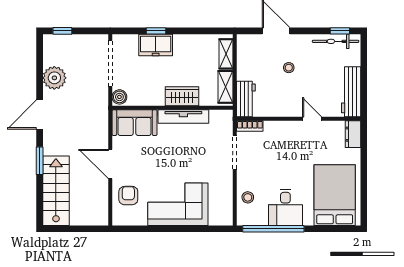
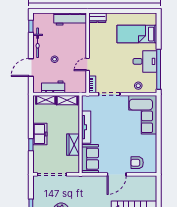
bicycle: (336, 41) -> (38, 43), moved
freezer: (156, 45) -> (40, 134), moved
wardrobe: (182, 96) -> (73, 145), moved
boiler: (119, 97) -> (73, 168), removed
workbench: (246, 99) -> (53, 87), moved
door: (312, 119) -> (88, 64), moved
bed: (335, 195) -> (137, 34), width x0.67
corner sofa: (178, 204) -> (143, 115), moved

